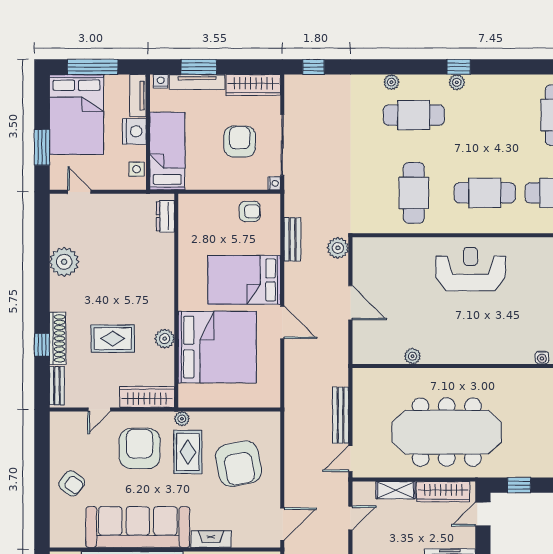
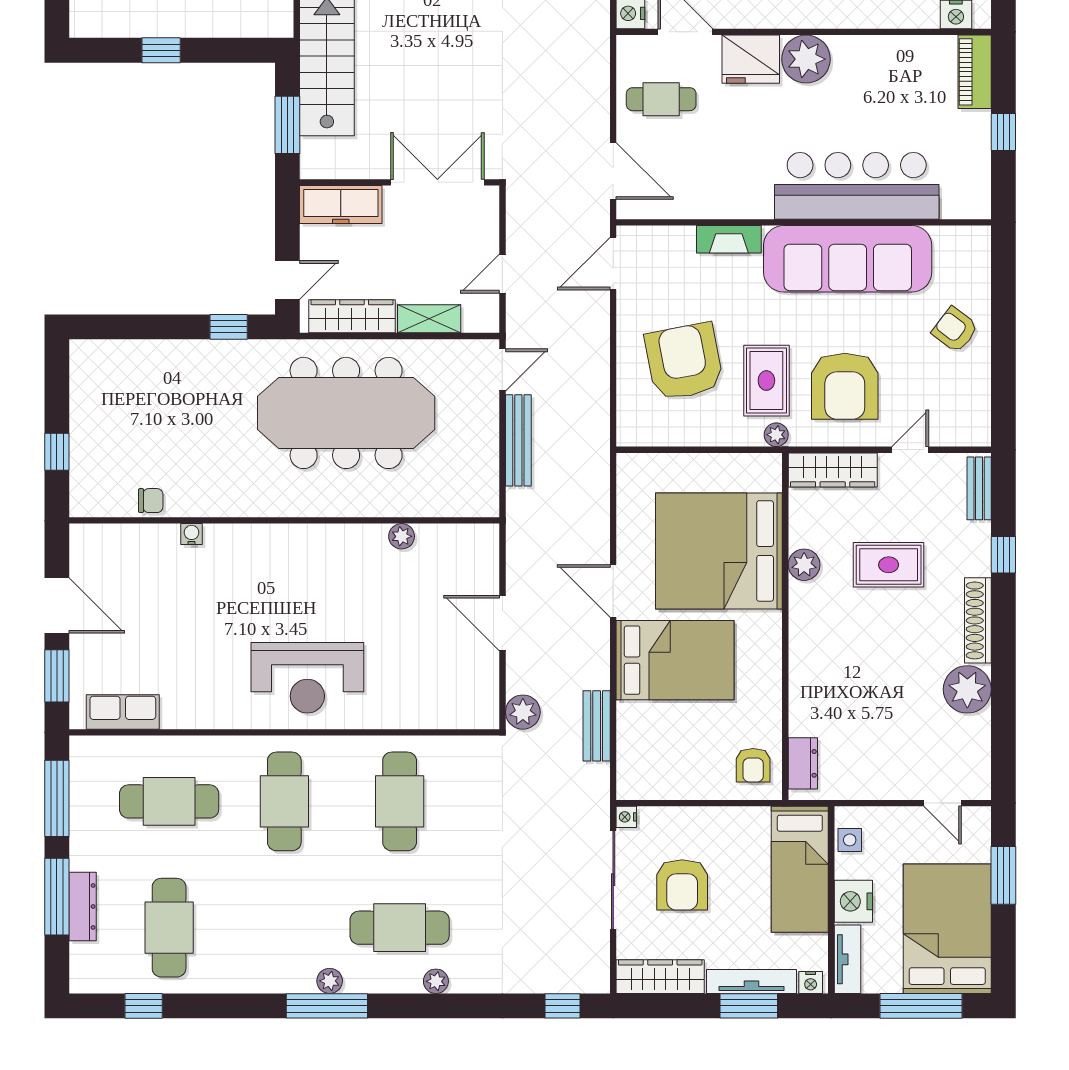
window: (459, 67) -> (327, 1006), width x2.17
cafe table: (485, 193) -> (284, 801), turned 90
armchair: (250, 211) -> (753, 765), moved, turned -90
shoe rack: (58, 338) -> (978, 620), moved

